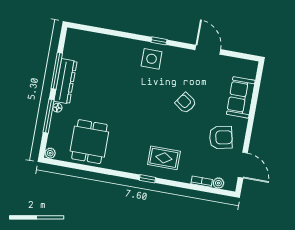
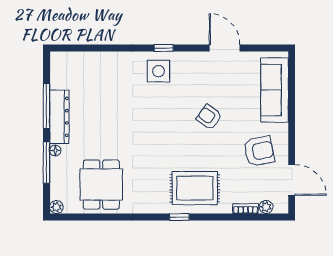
sofa: (241, 97) -> (275, 90), width x1.36
rug: (164, 158) -> (195, 188), width x1.36, depth x1.43

